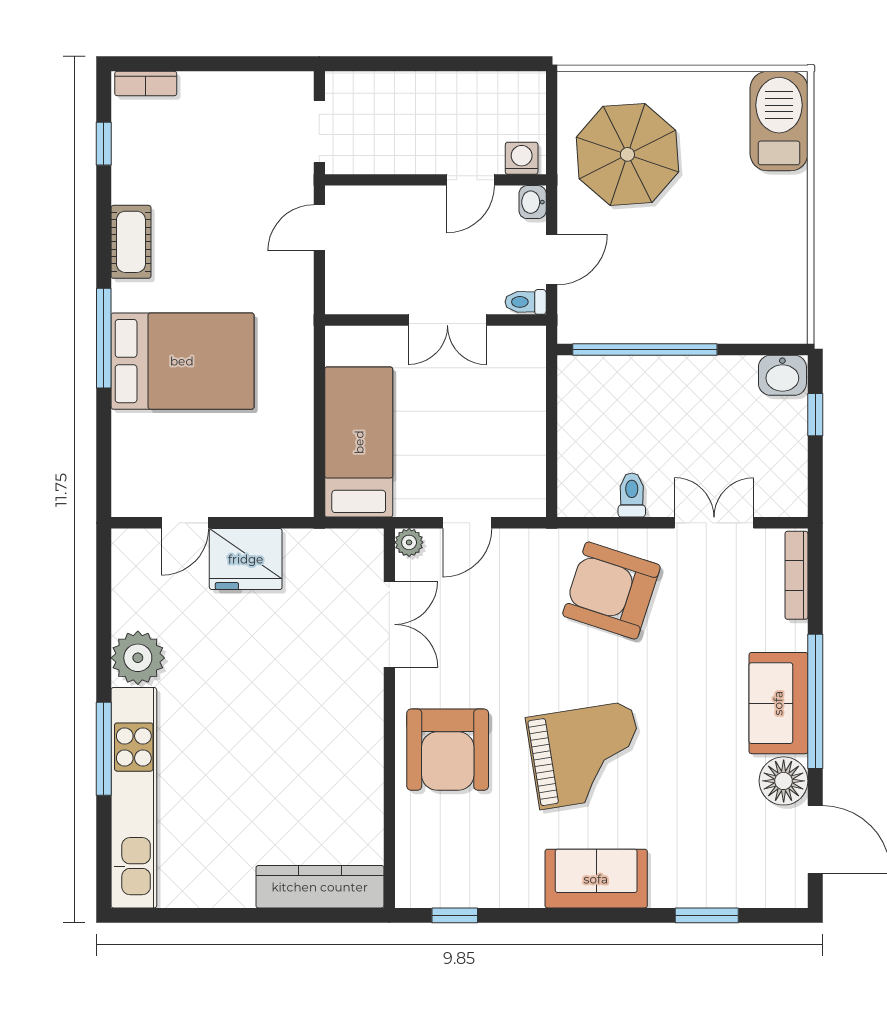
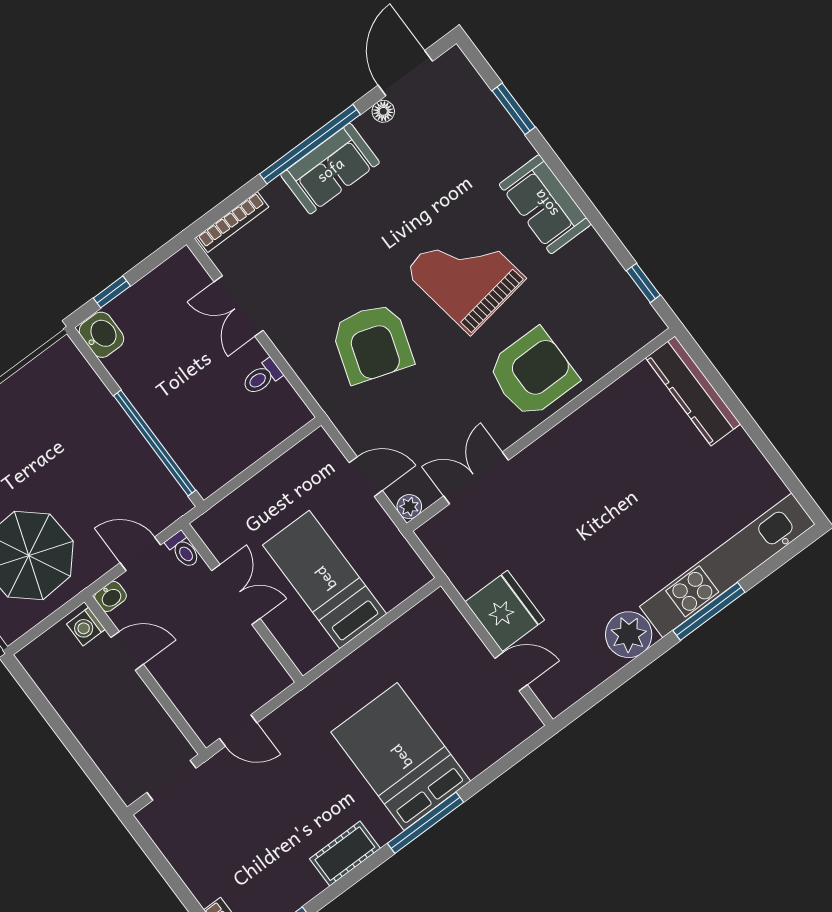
bed: (359, 442) -> (325, 579), moved, turned 90
armchair: (611, 590) -> (372, 343), moved
floor lamp: (784, 781) -> (383, 111), width x0.53, depth x0.53

